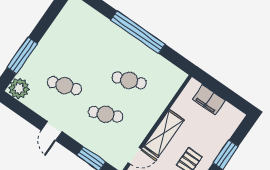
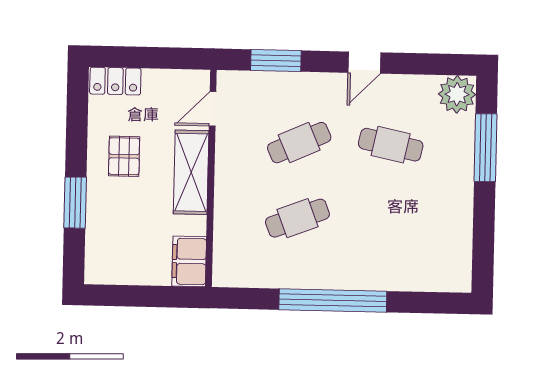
cafe table: (64, 86) -> (391, 145), turned 30
filing cabinet: (209, 100) -> (189, 261), moved, turned -90
door: (52, 131) -> (364, 63), swing flipped

